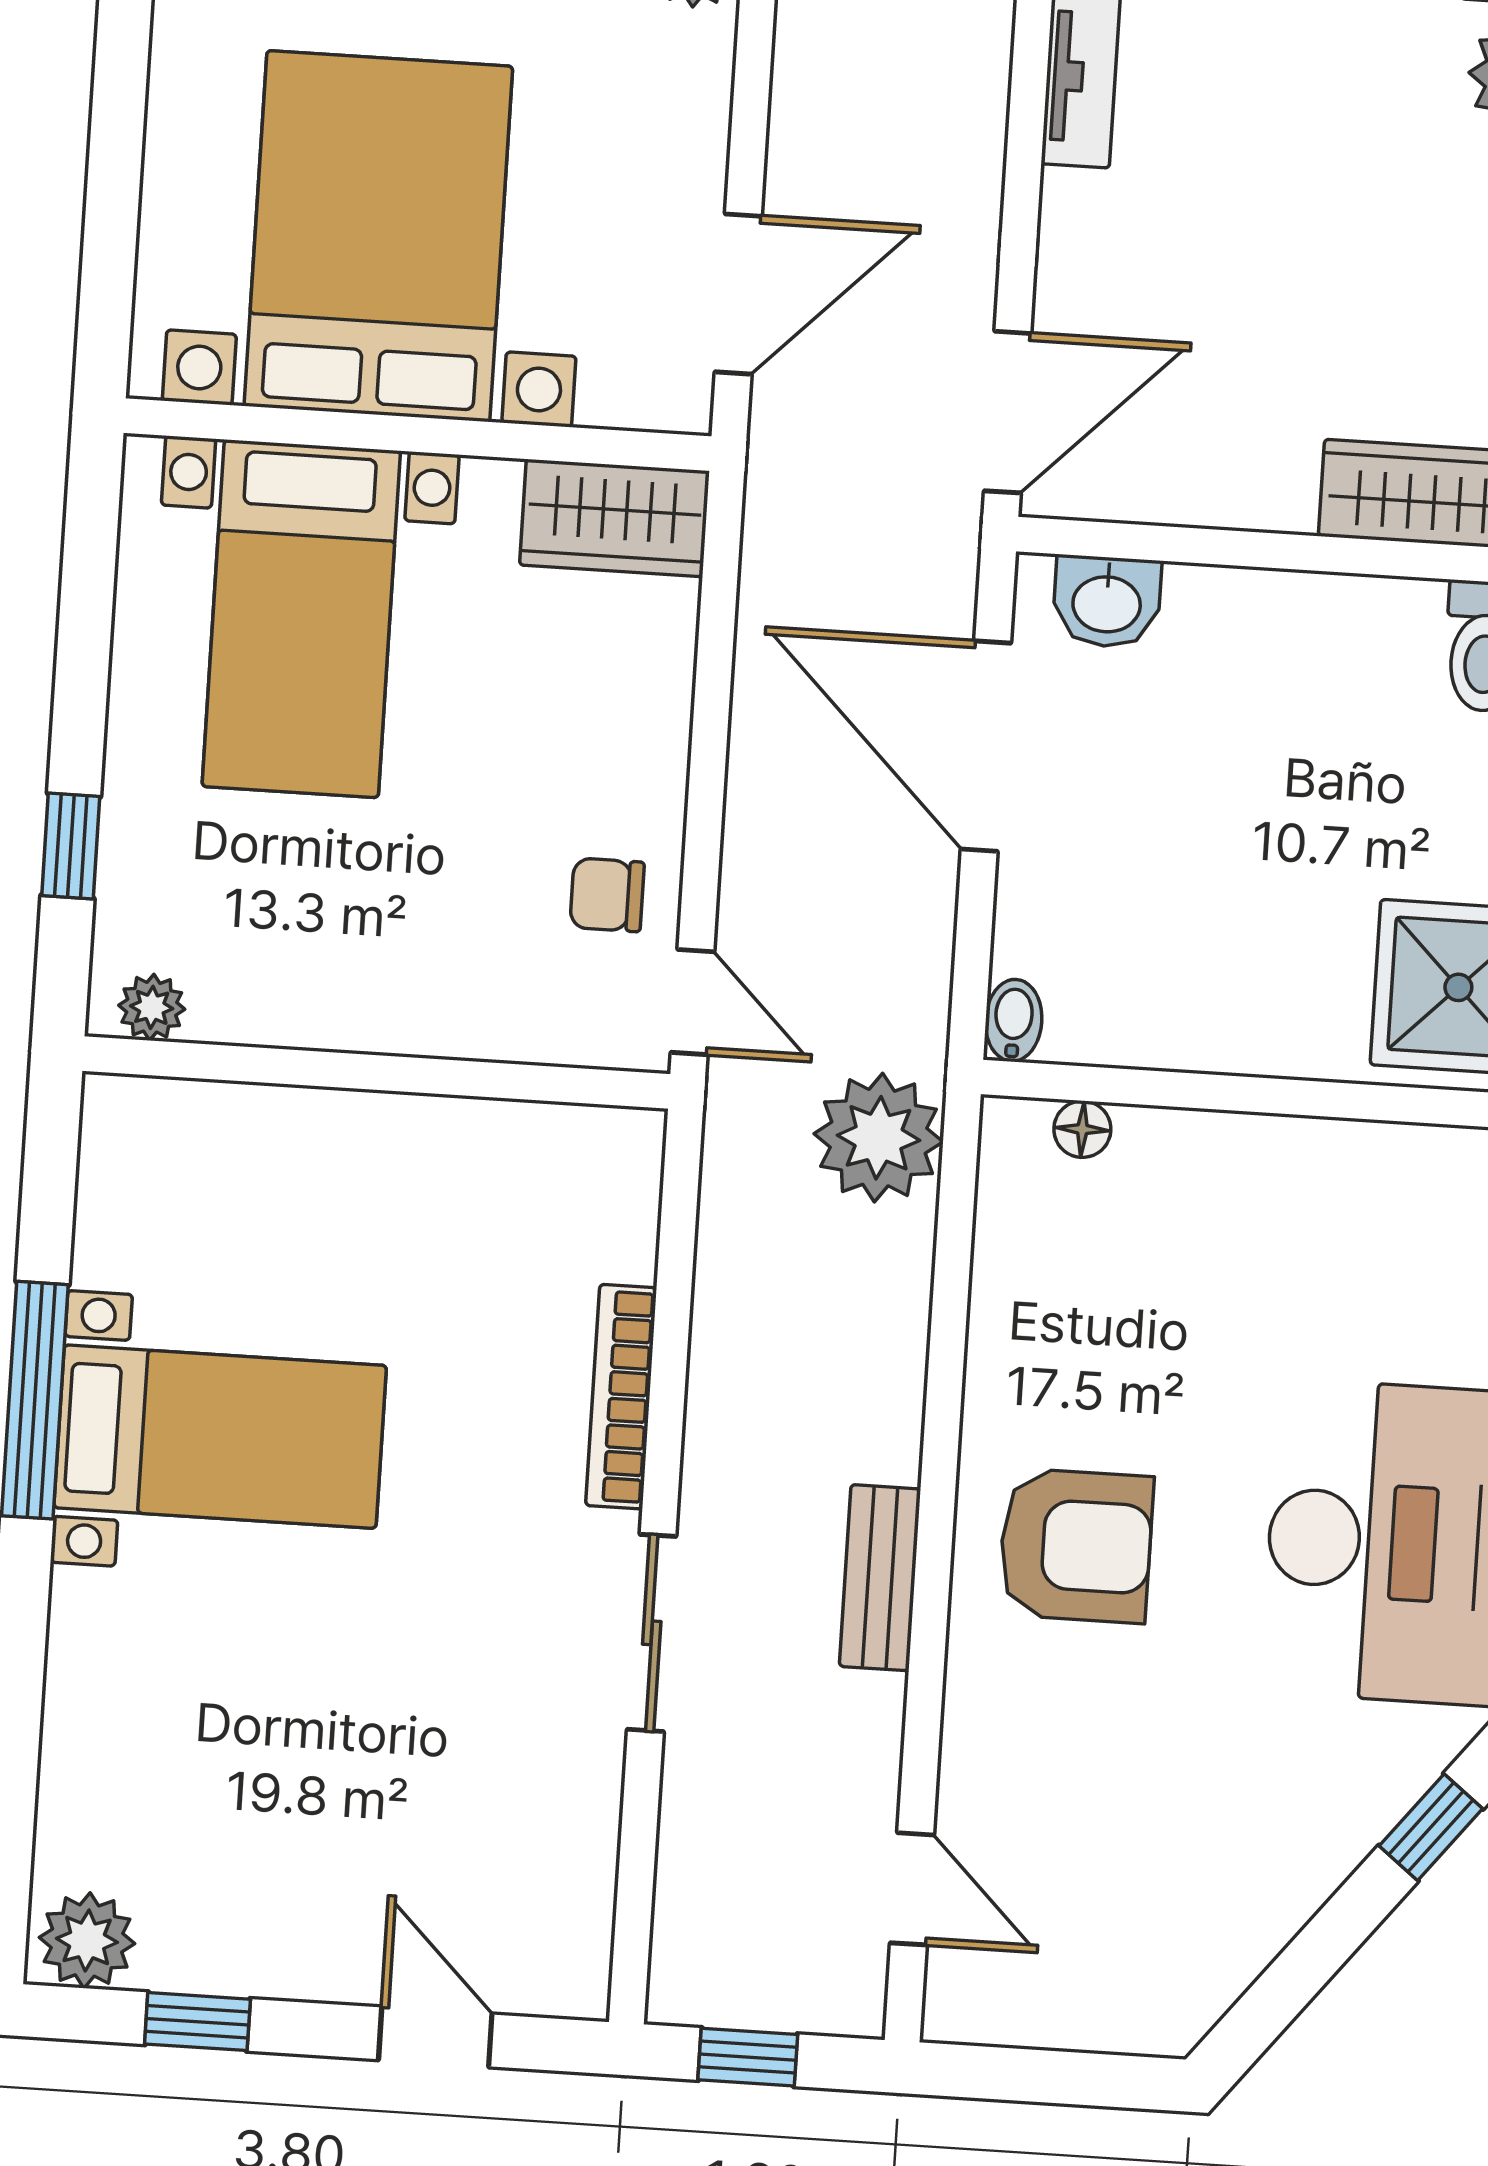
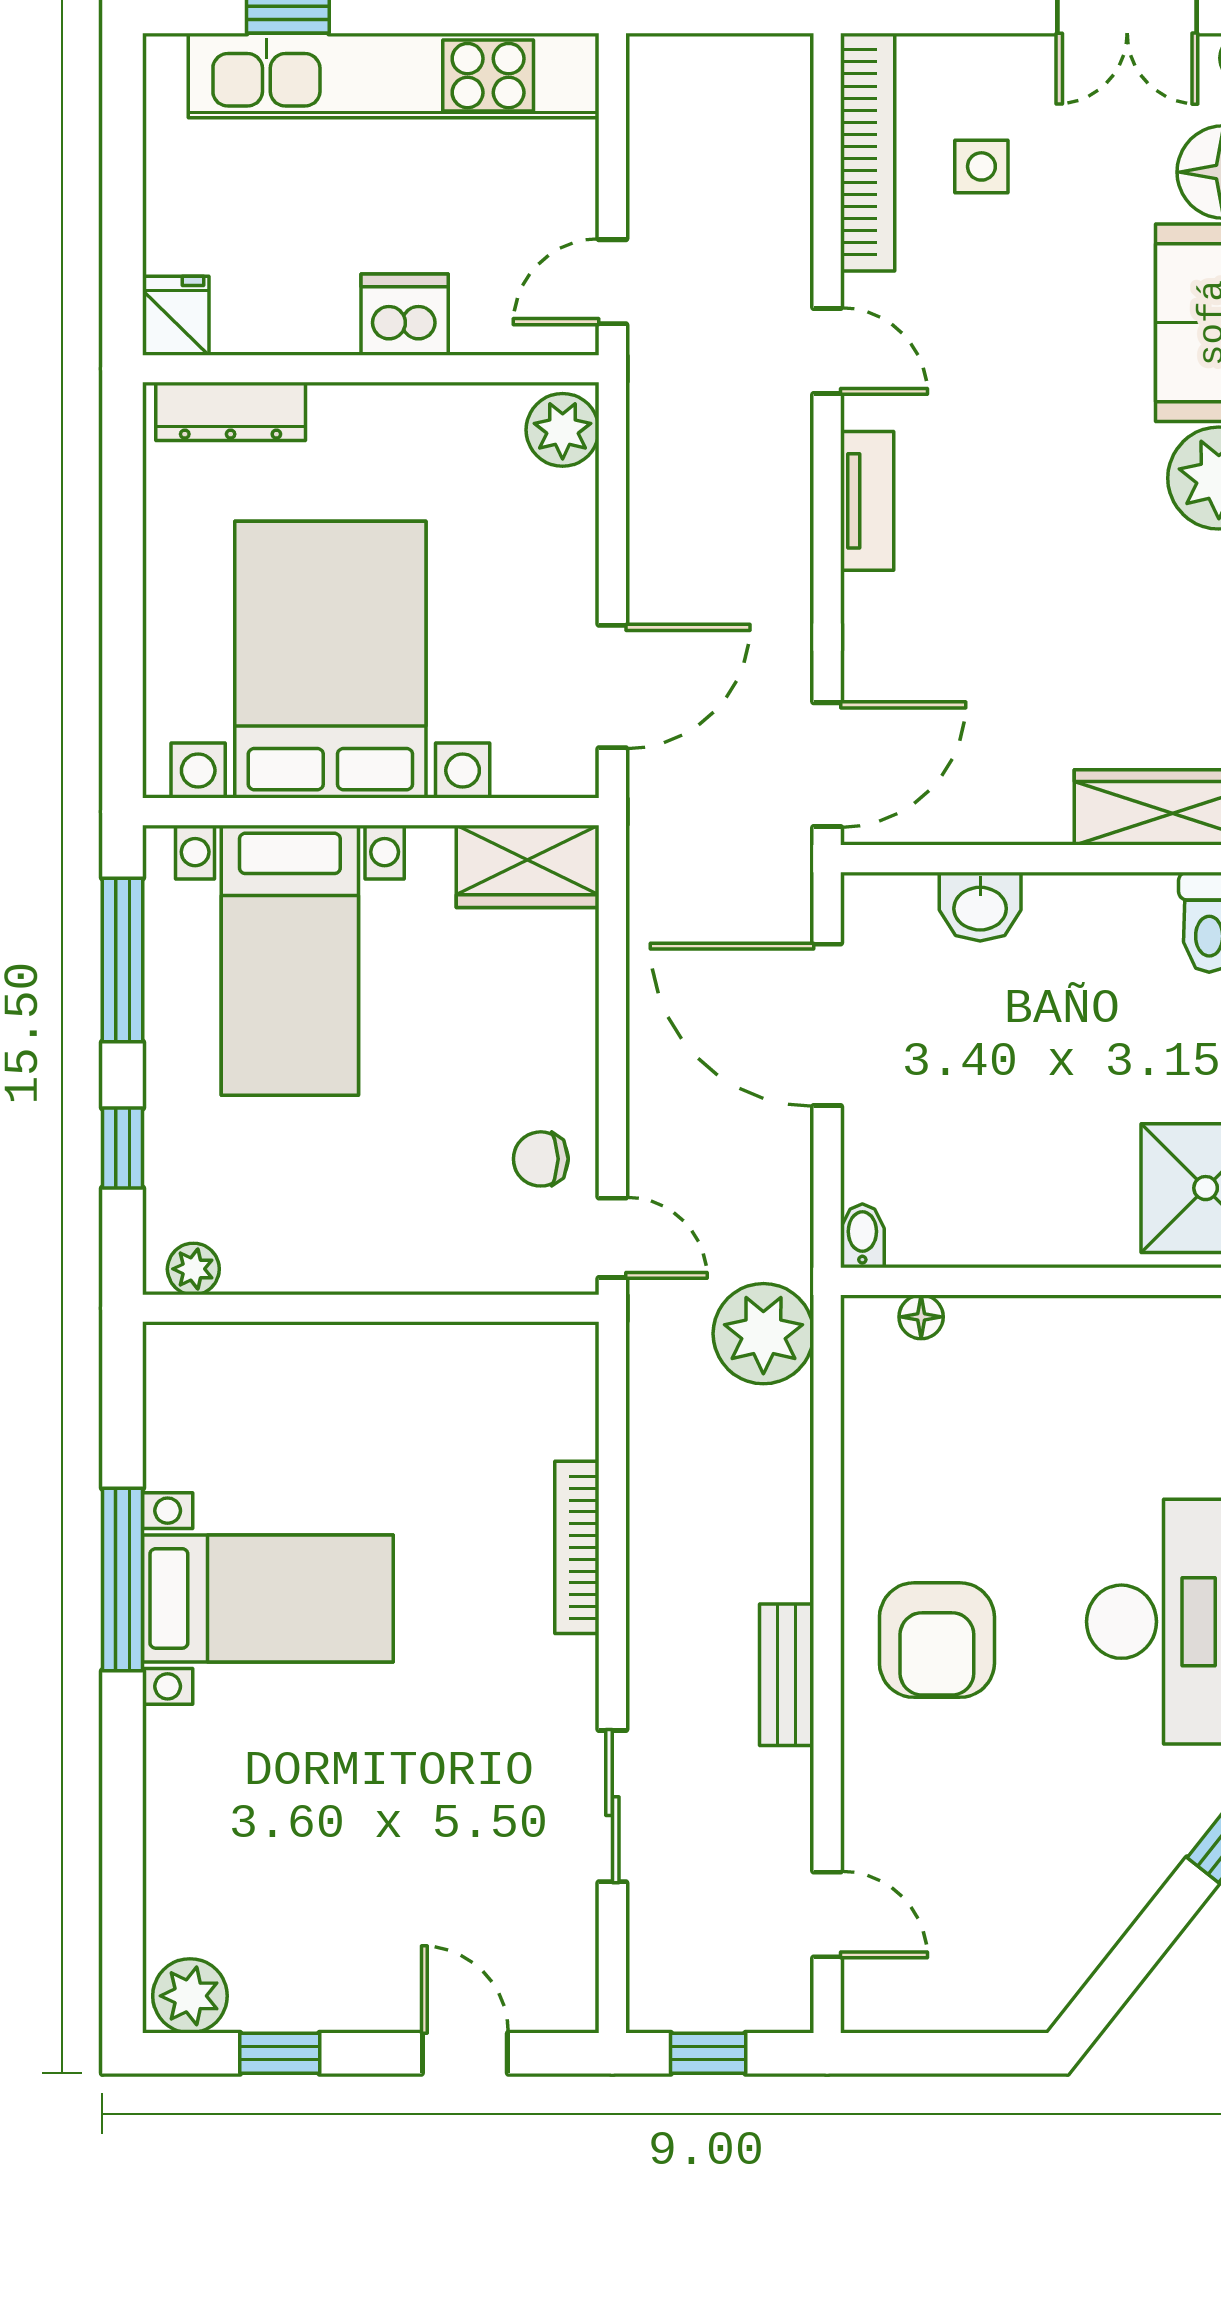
washbasin: (1107, 602) -> (980, 907), moved
window: (86, 605) -> (122, 960), added
armchair: (1076, 1546) -> (937, 1640), turned 90
sliding door: (652, 1633) -> (612, 1806), moved

